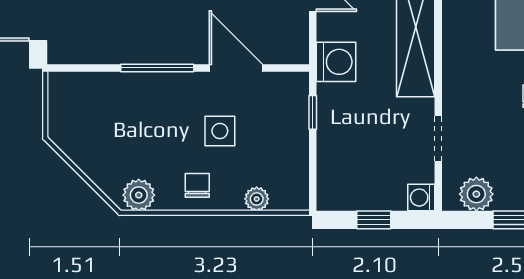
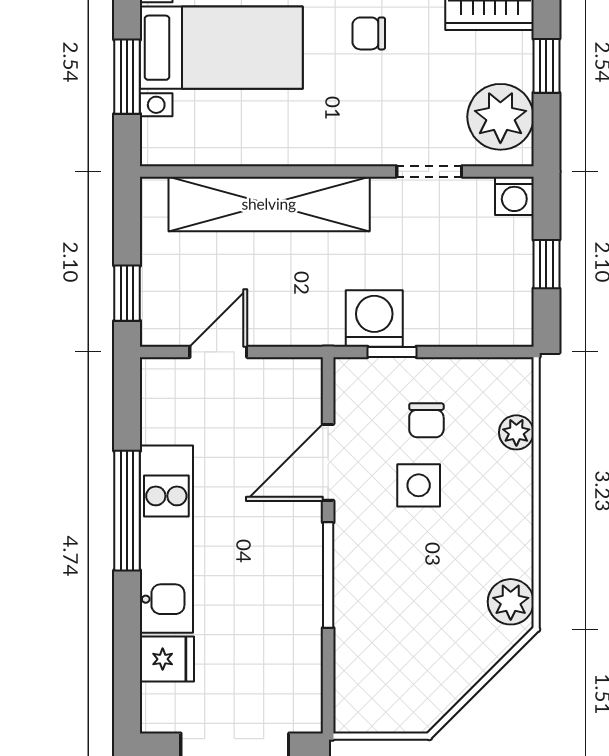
washing machine: (336, 62) -> (374, 318), moved
chair: (197, 185) -> (426, 420), moved, turned -90
plant: (476, 194) -> (500, 117), width x1.36, depth x1.36

